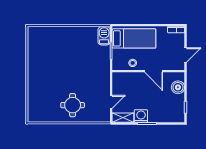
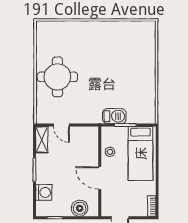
barbecue: (104, 36) -> (114, 116), moved
door: (154, 71) -> (100, 178), hinge flipped
round table: (73, 105) -> (57, 77), width x1.36, depth x1.36
washing machine: (141, 116) -> (44, 192), moved

